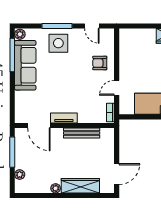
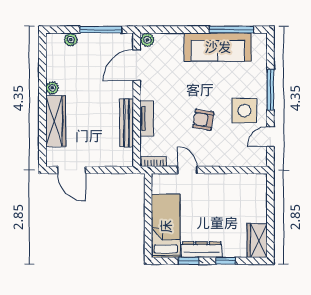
plant: (20, 34) -> (147, 40), moved
side table: (58, 43) -> (244, 110), moved
armchair: (100, 63) -> (203, 120), moved, turned -80
tv unit: (64, 118) -> (147, 118), moved

